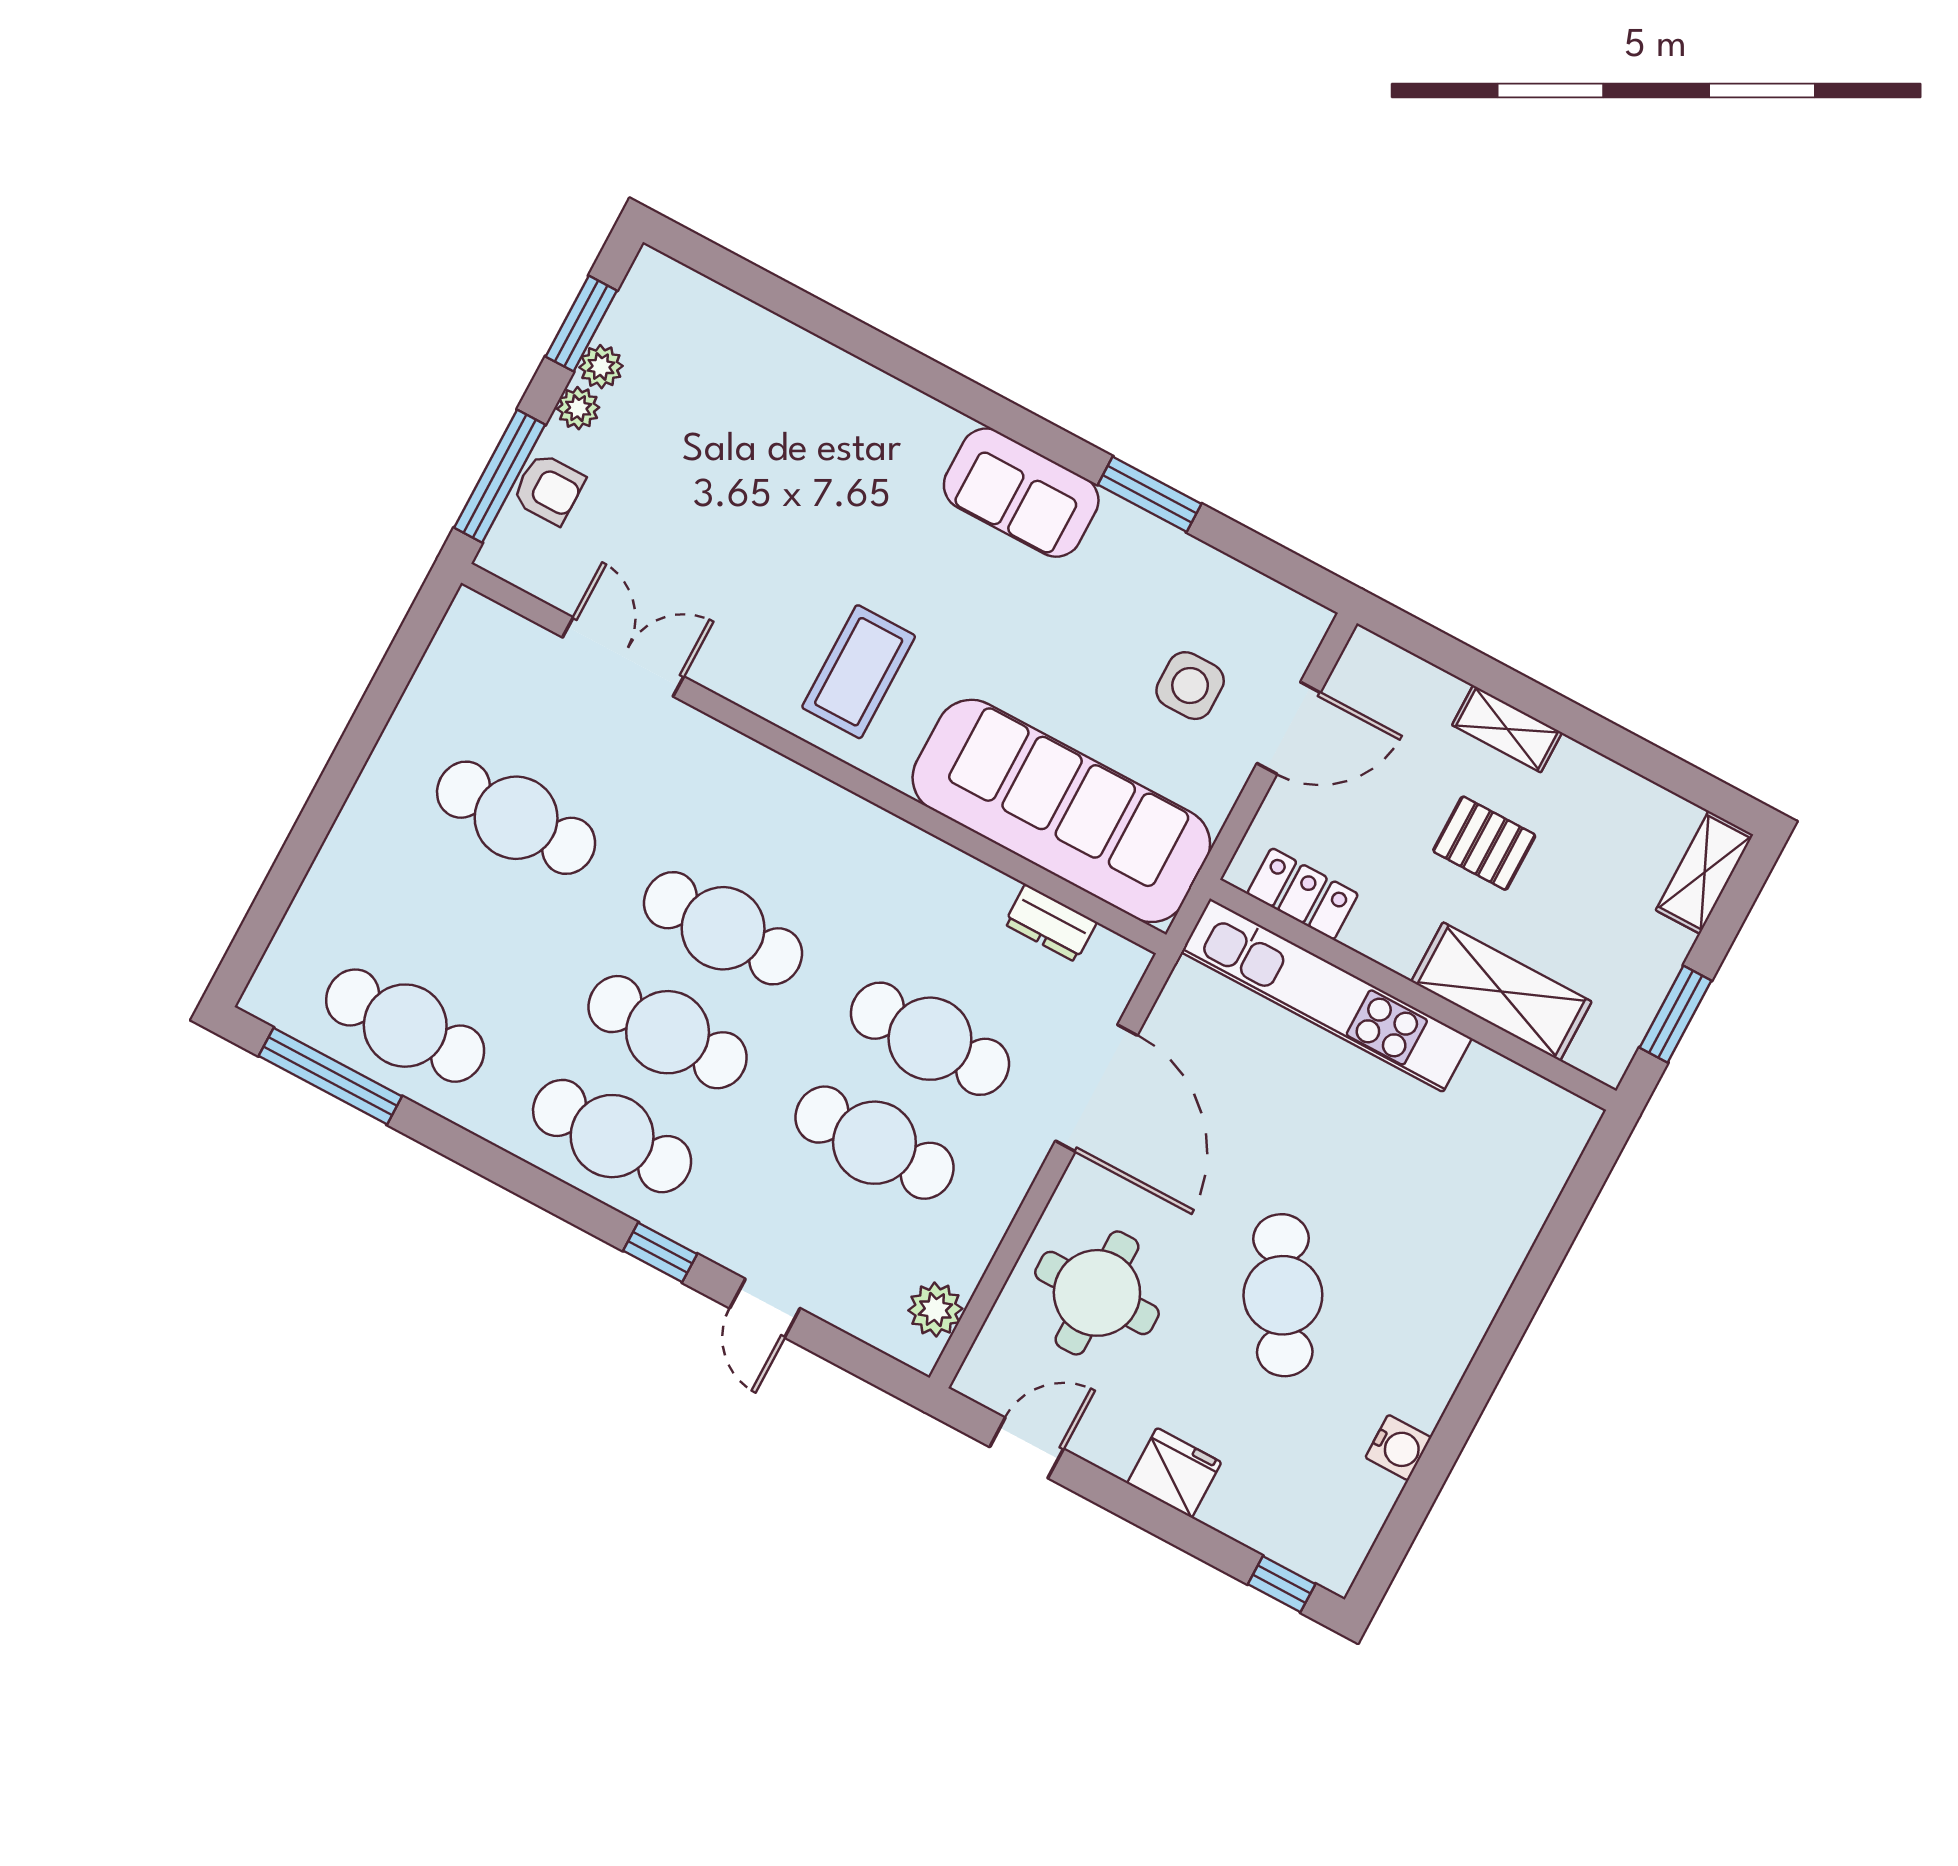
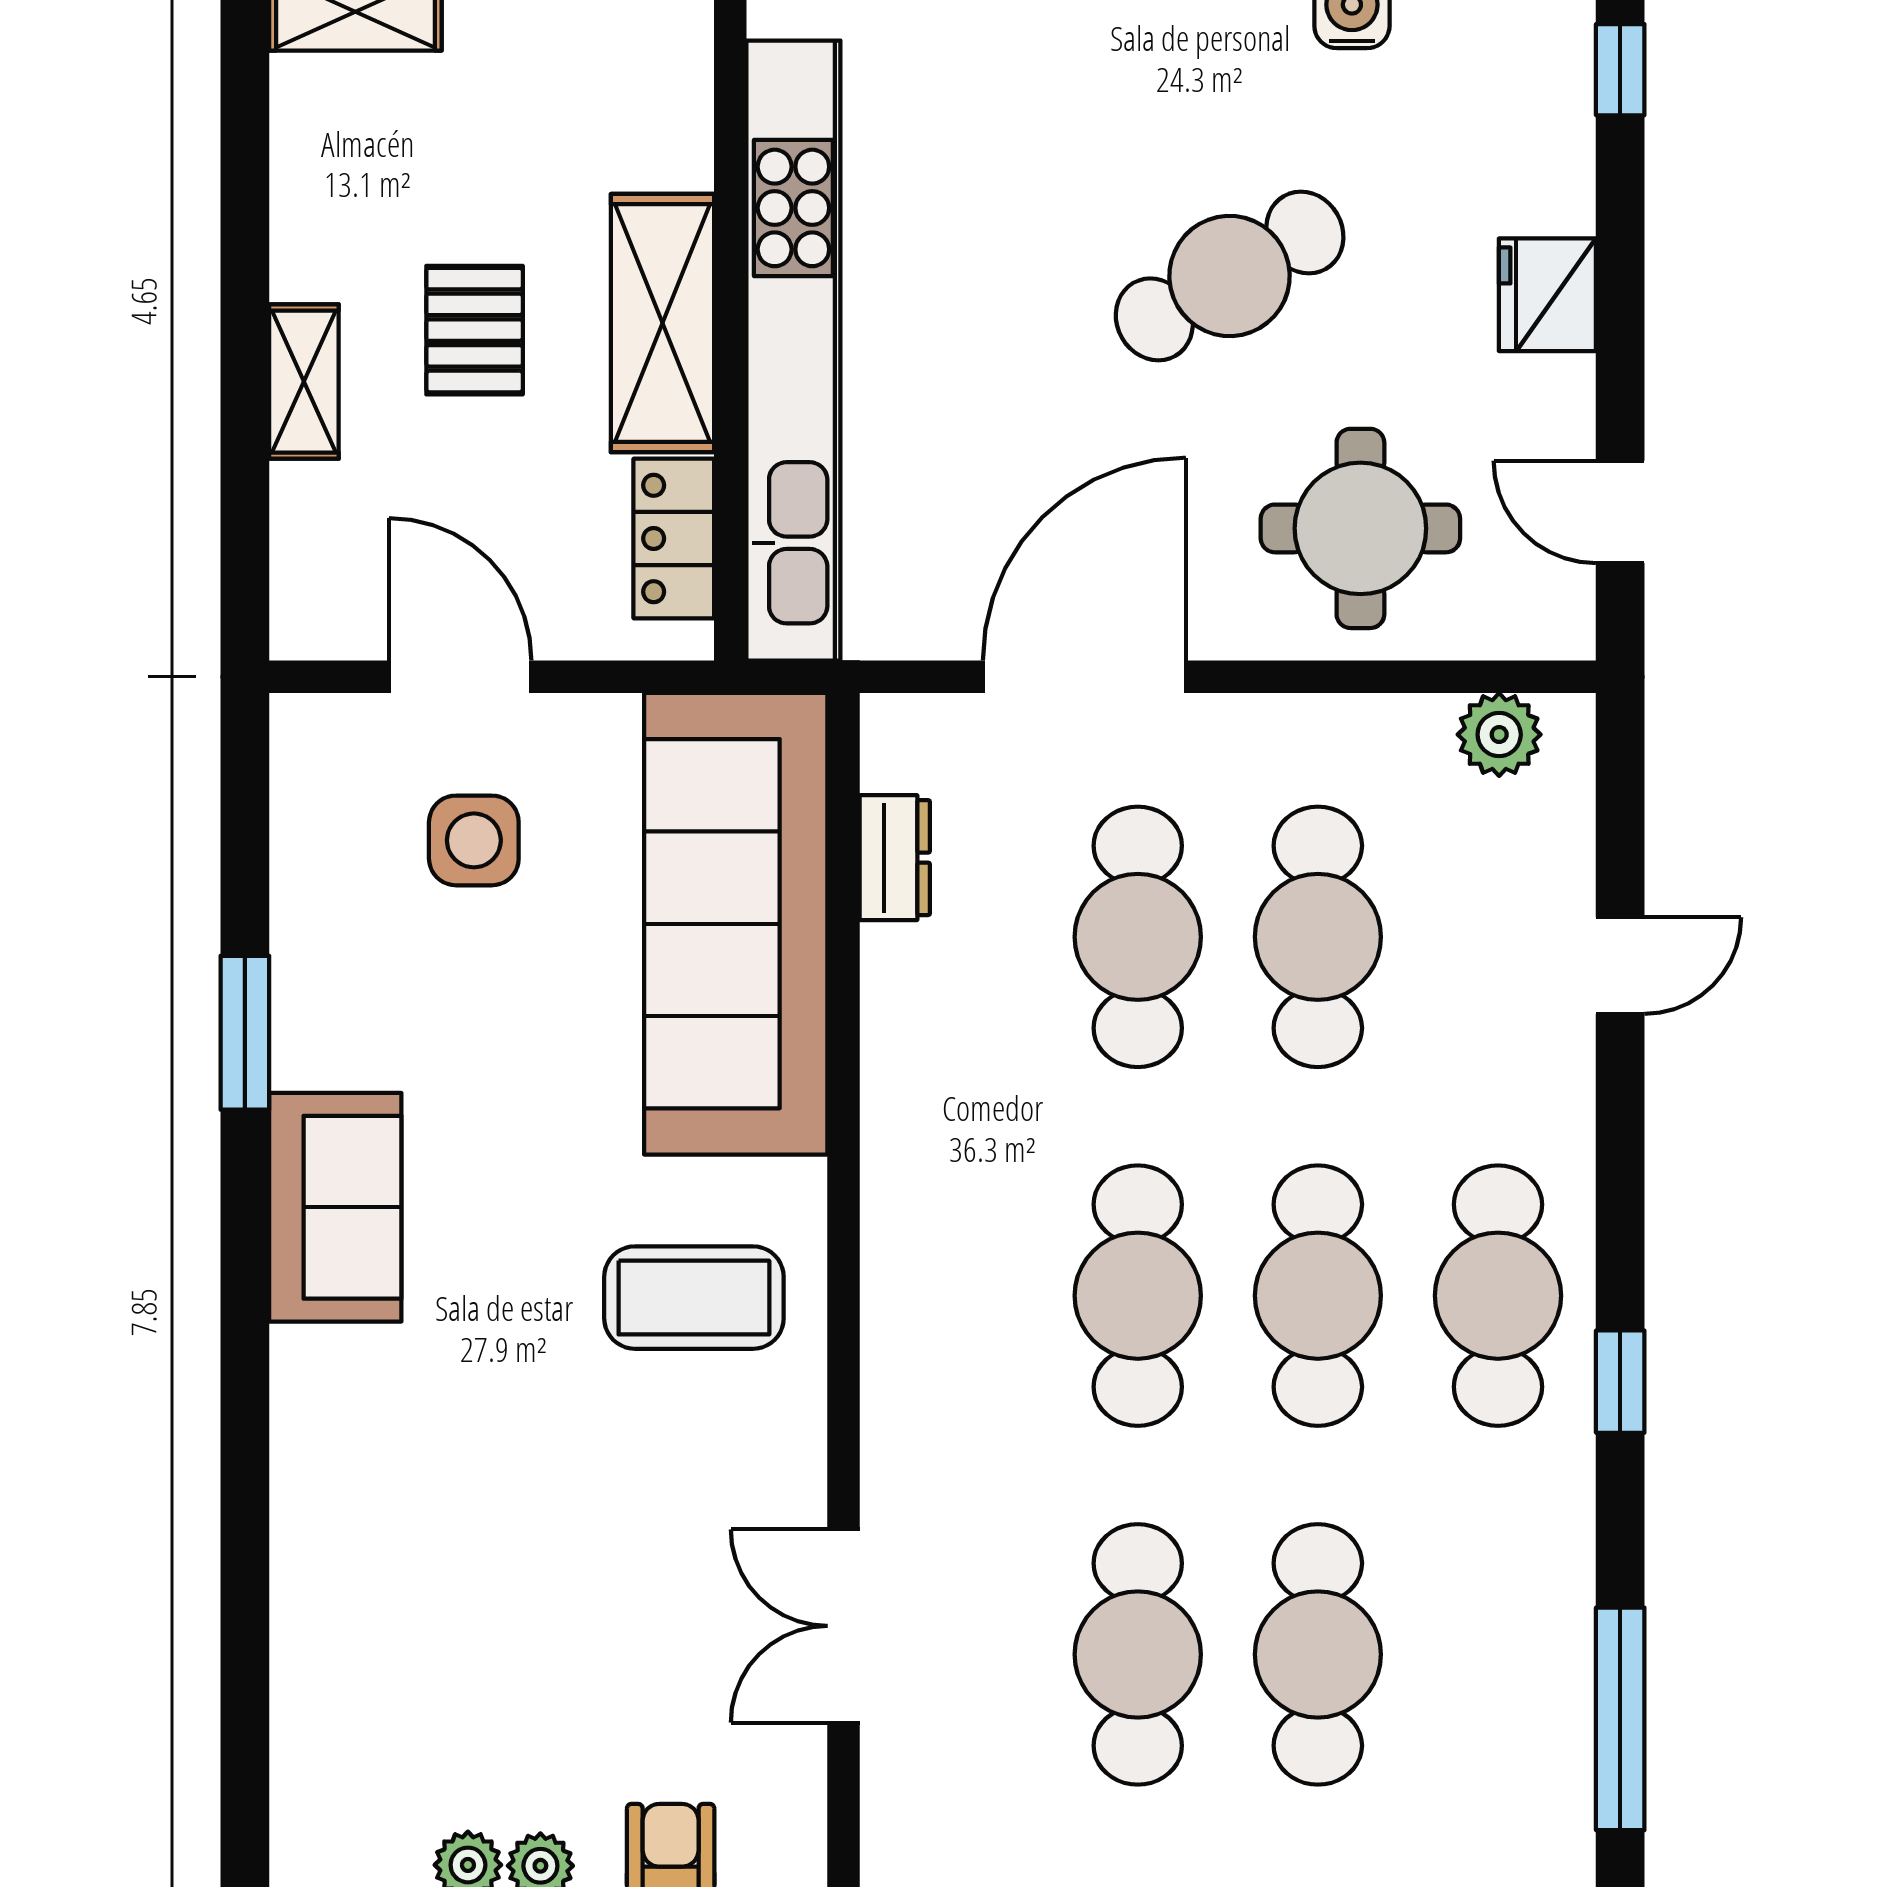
shelving: (1501, 992) -> (662, 323), moved
kitchen unit: (1327, 995) -> (793, 351), width x1.36
cafe table: (405, 1026) -> (1318, 1654), moved
window: (660, 1252) -> (1620, 1382), moved

